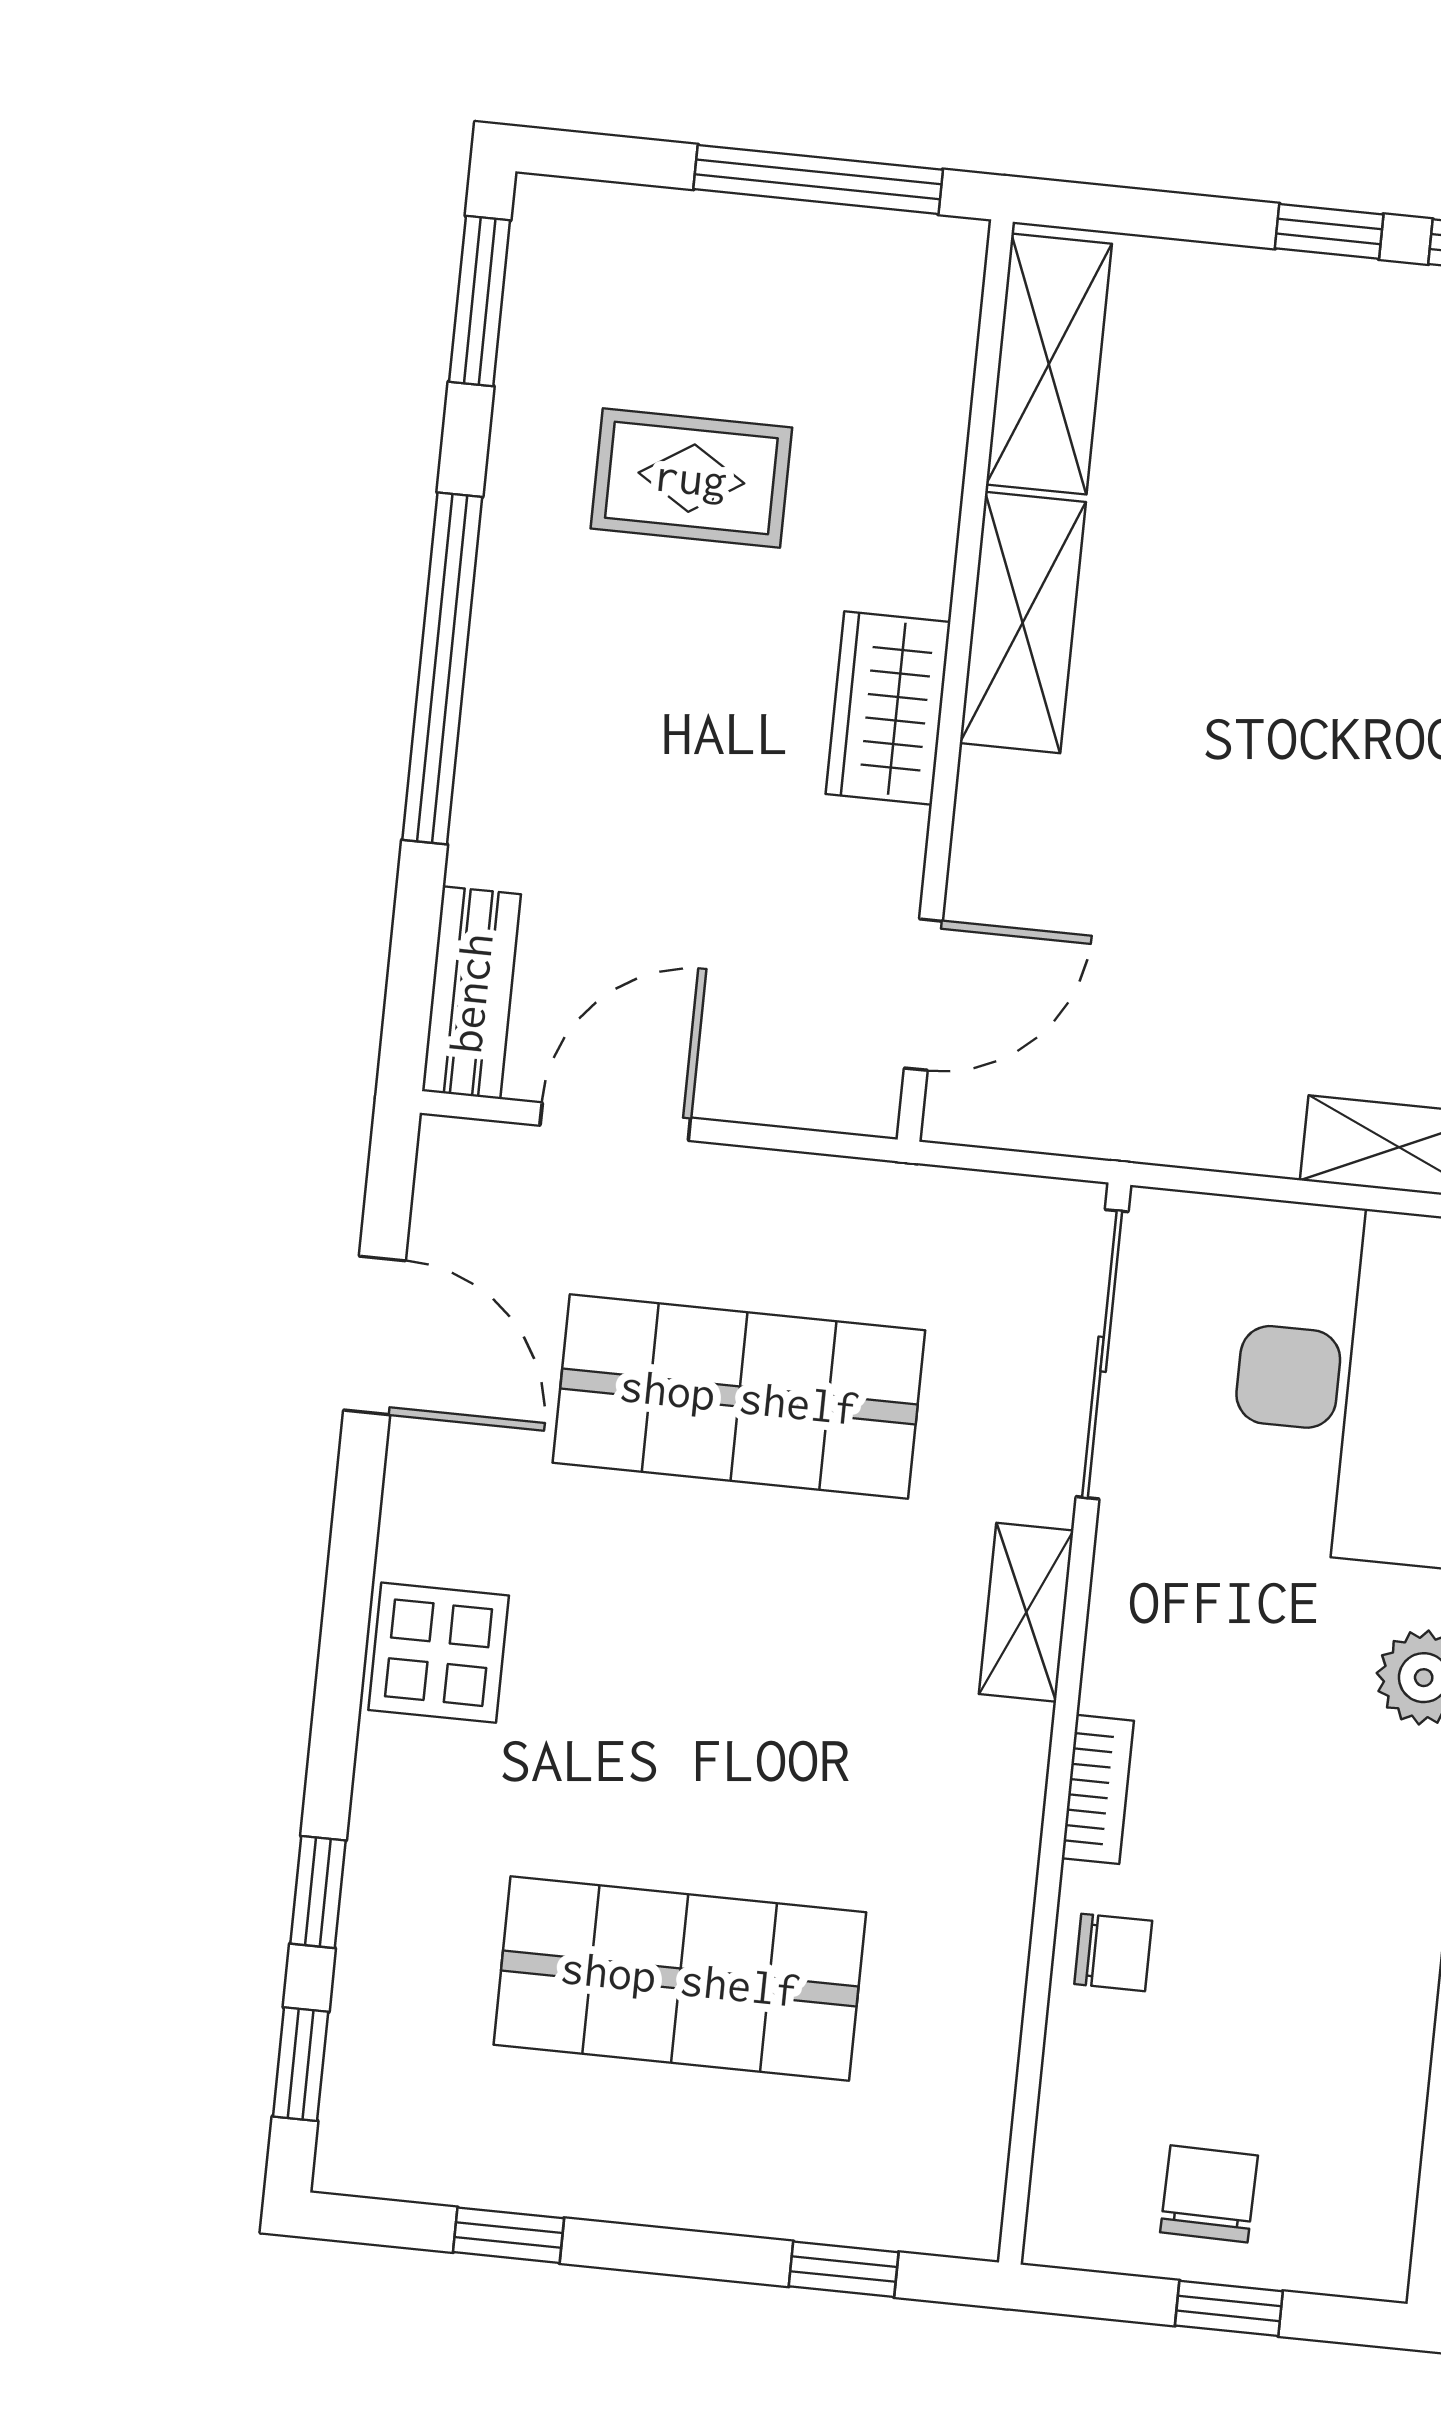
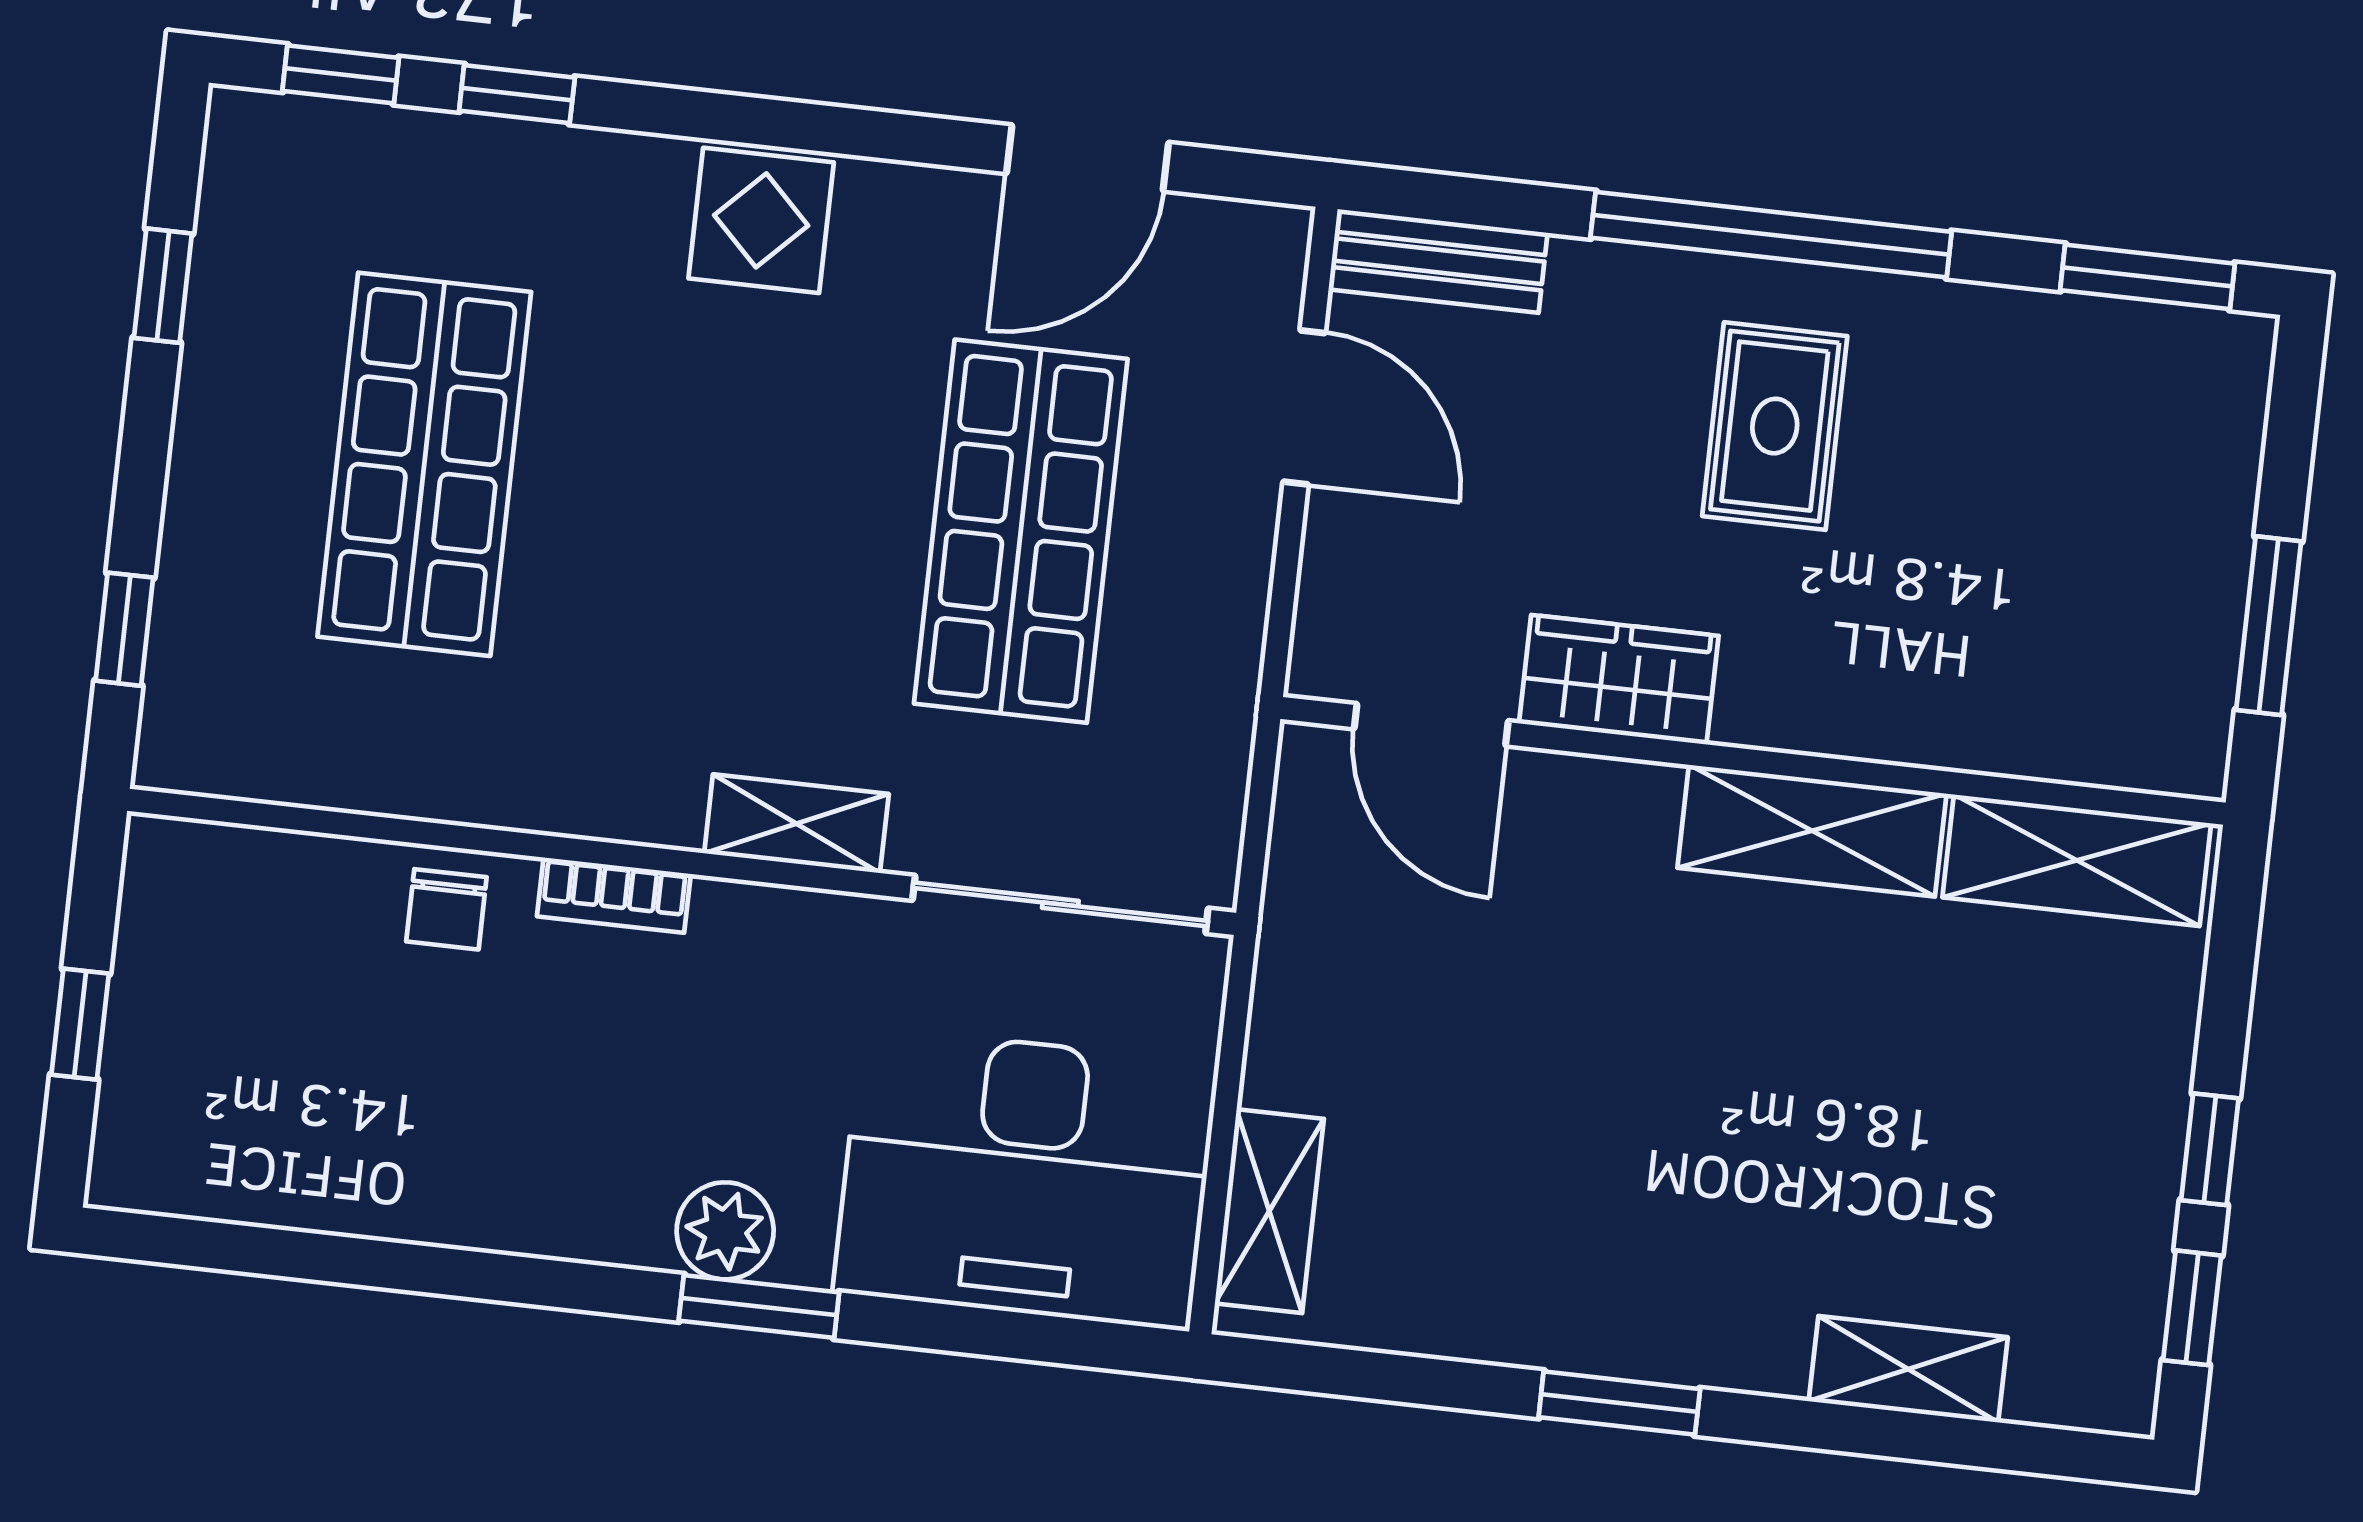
window: (818, 179) -> (2269, 626), width x0.69
rug: (691, 478) -> (1775, 426), moved
wardrobe: (888, 708) -> (1619, 680), moved
chair: (1209, 2194) -> (198, 1005), removed

